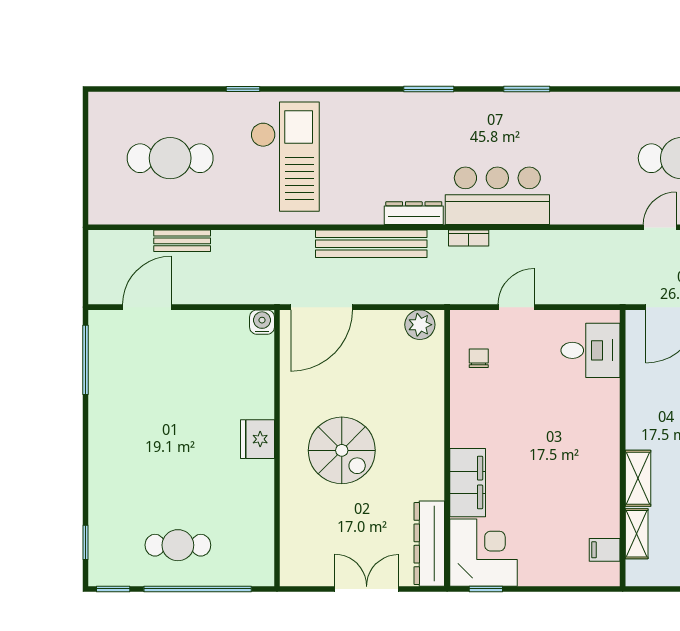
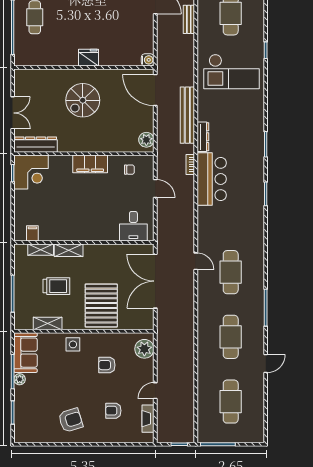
filing cabinet: (468, 483) -> (90, 164), moved

